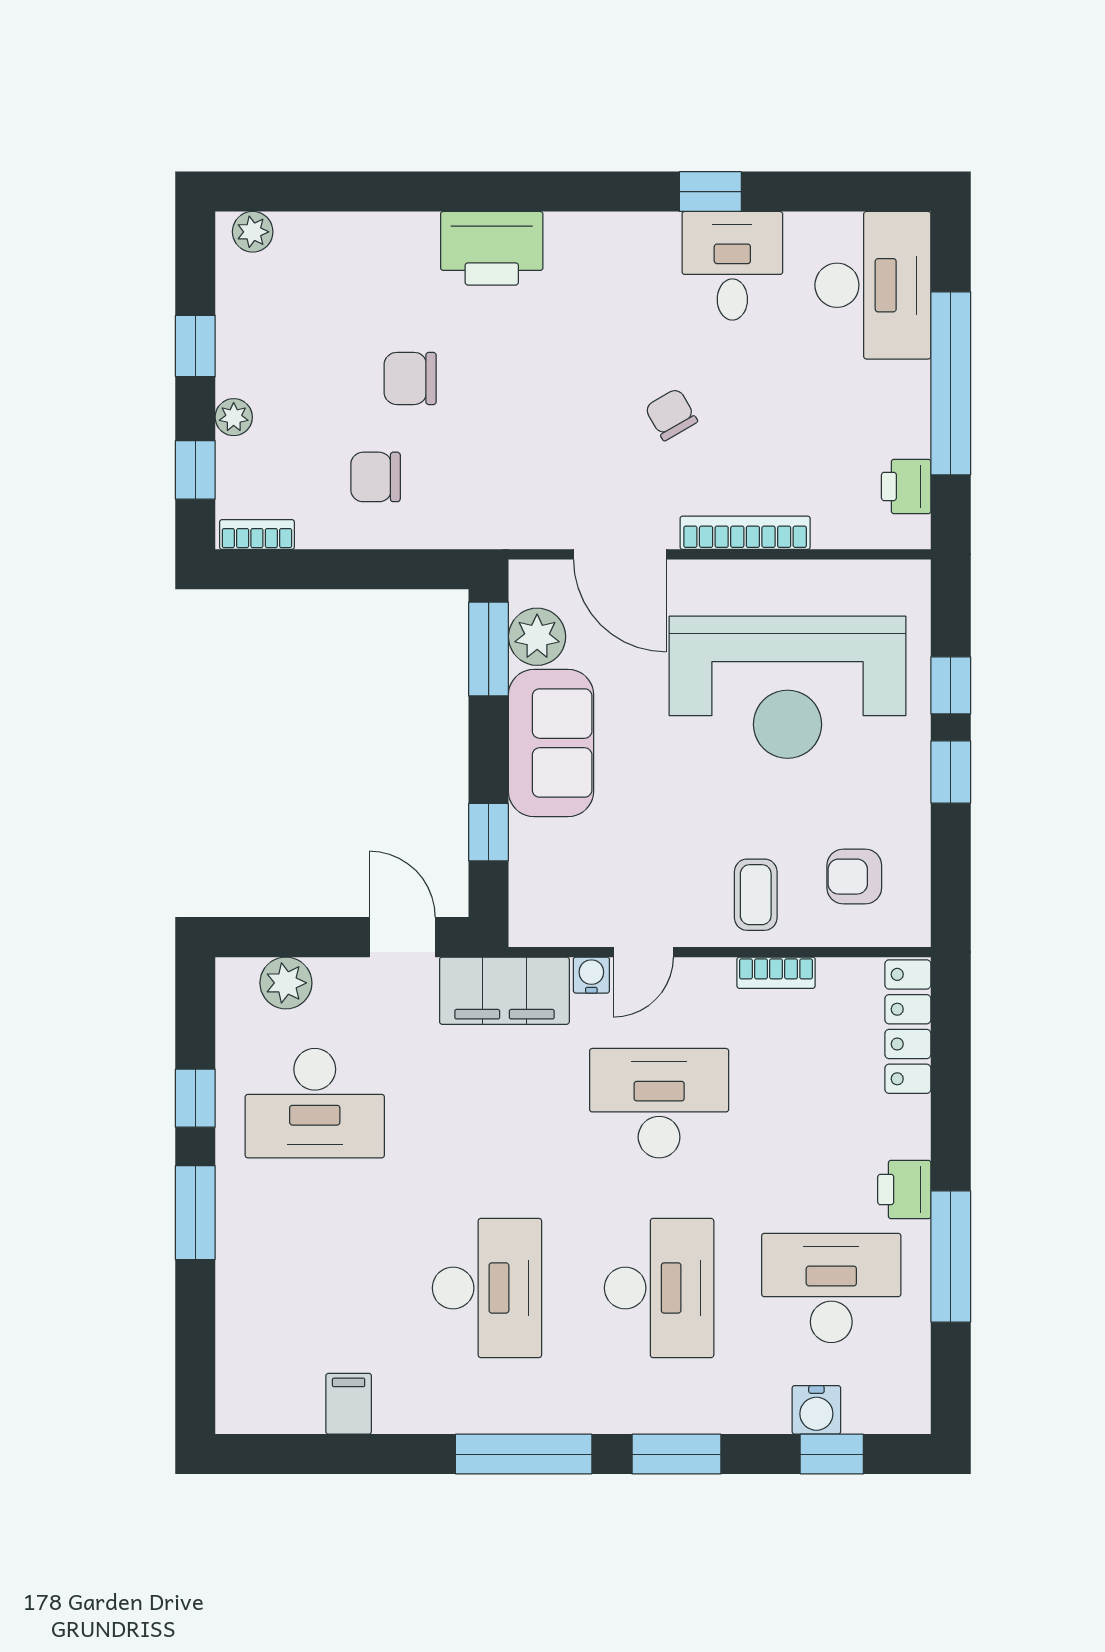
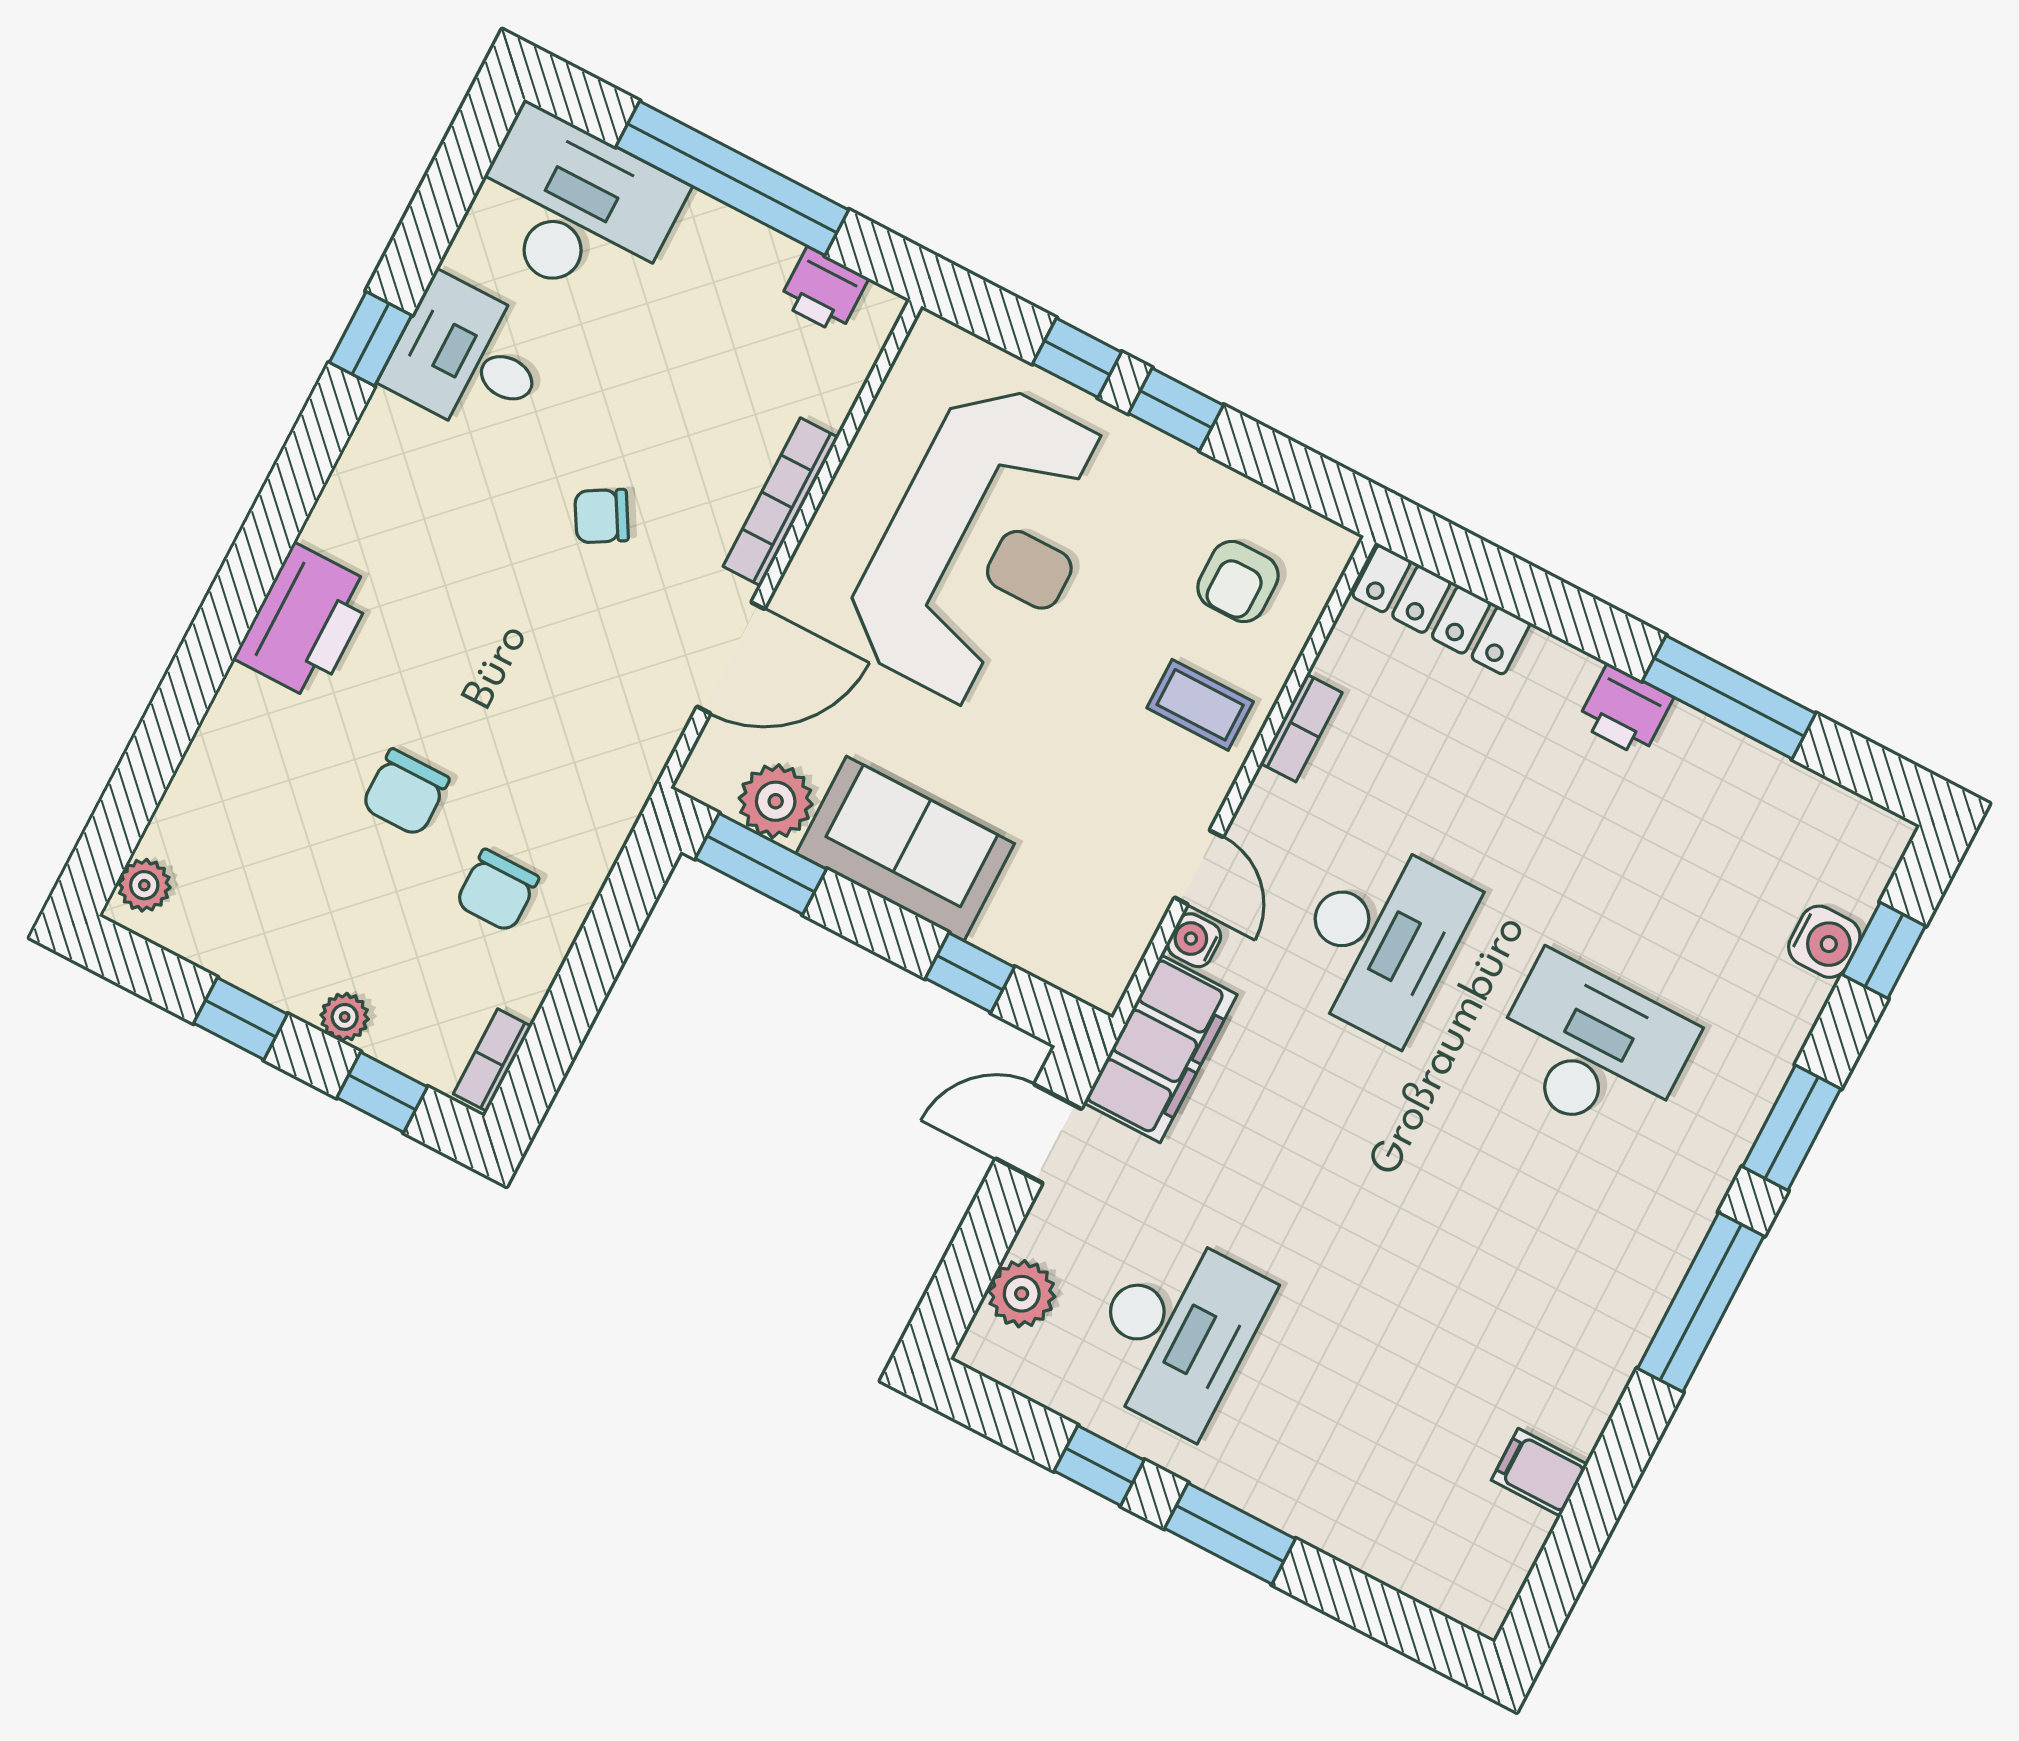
desk: (659, 1103) -> (1381, 939), turned 180
desk: (487, 1288) -> (1489, 1245), removed
desk: (831, 1288) -> (1694, 852), removed

